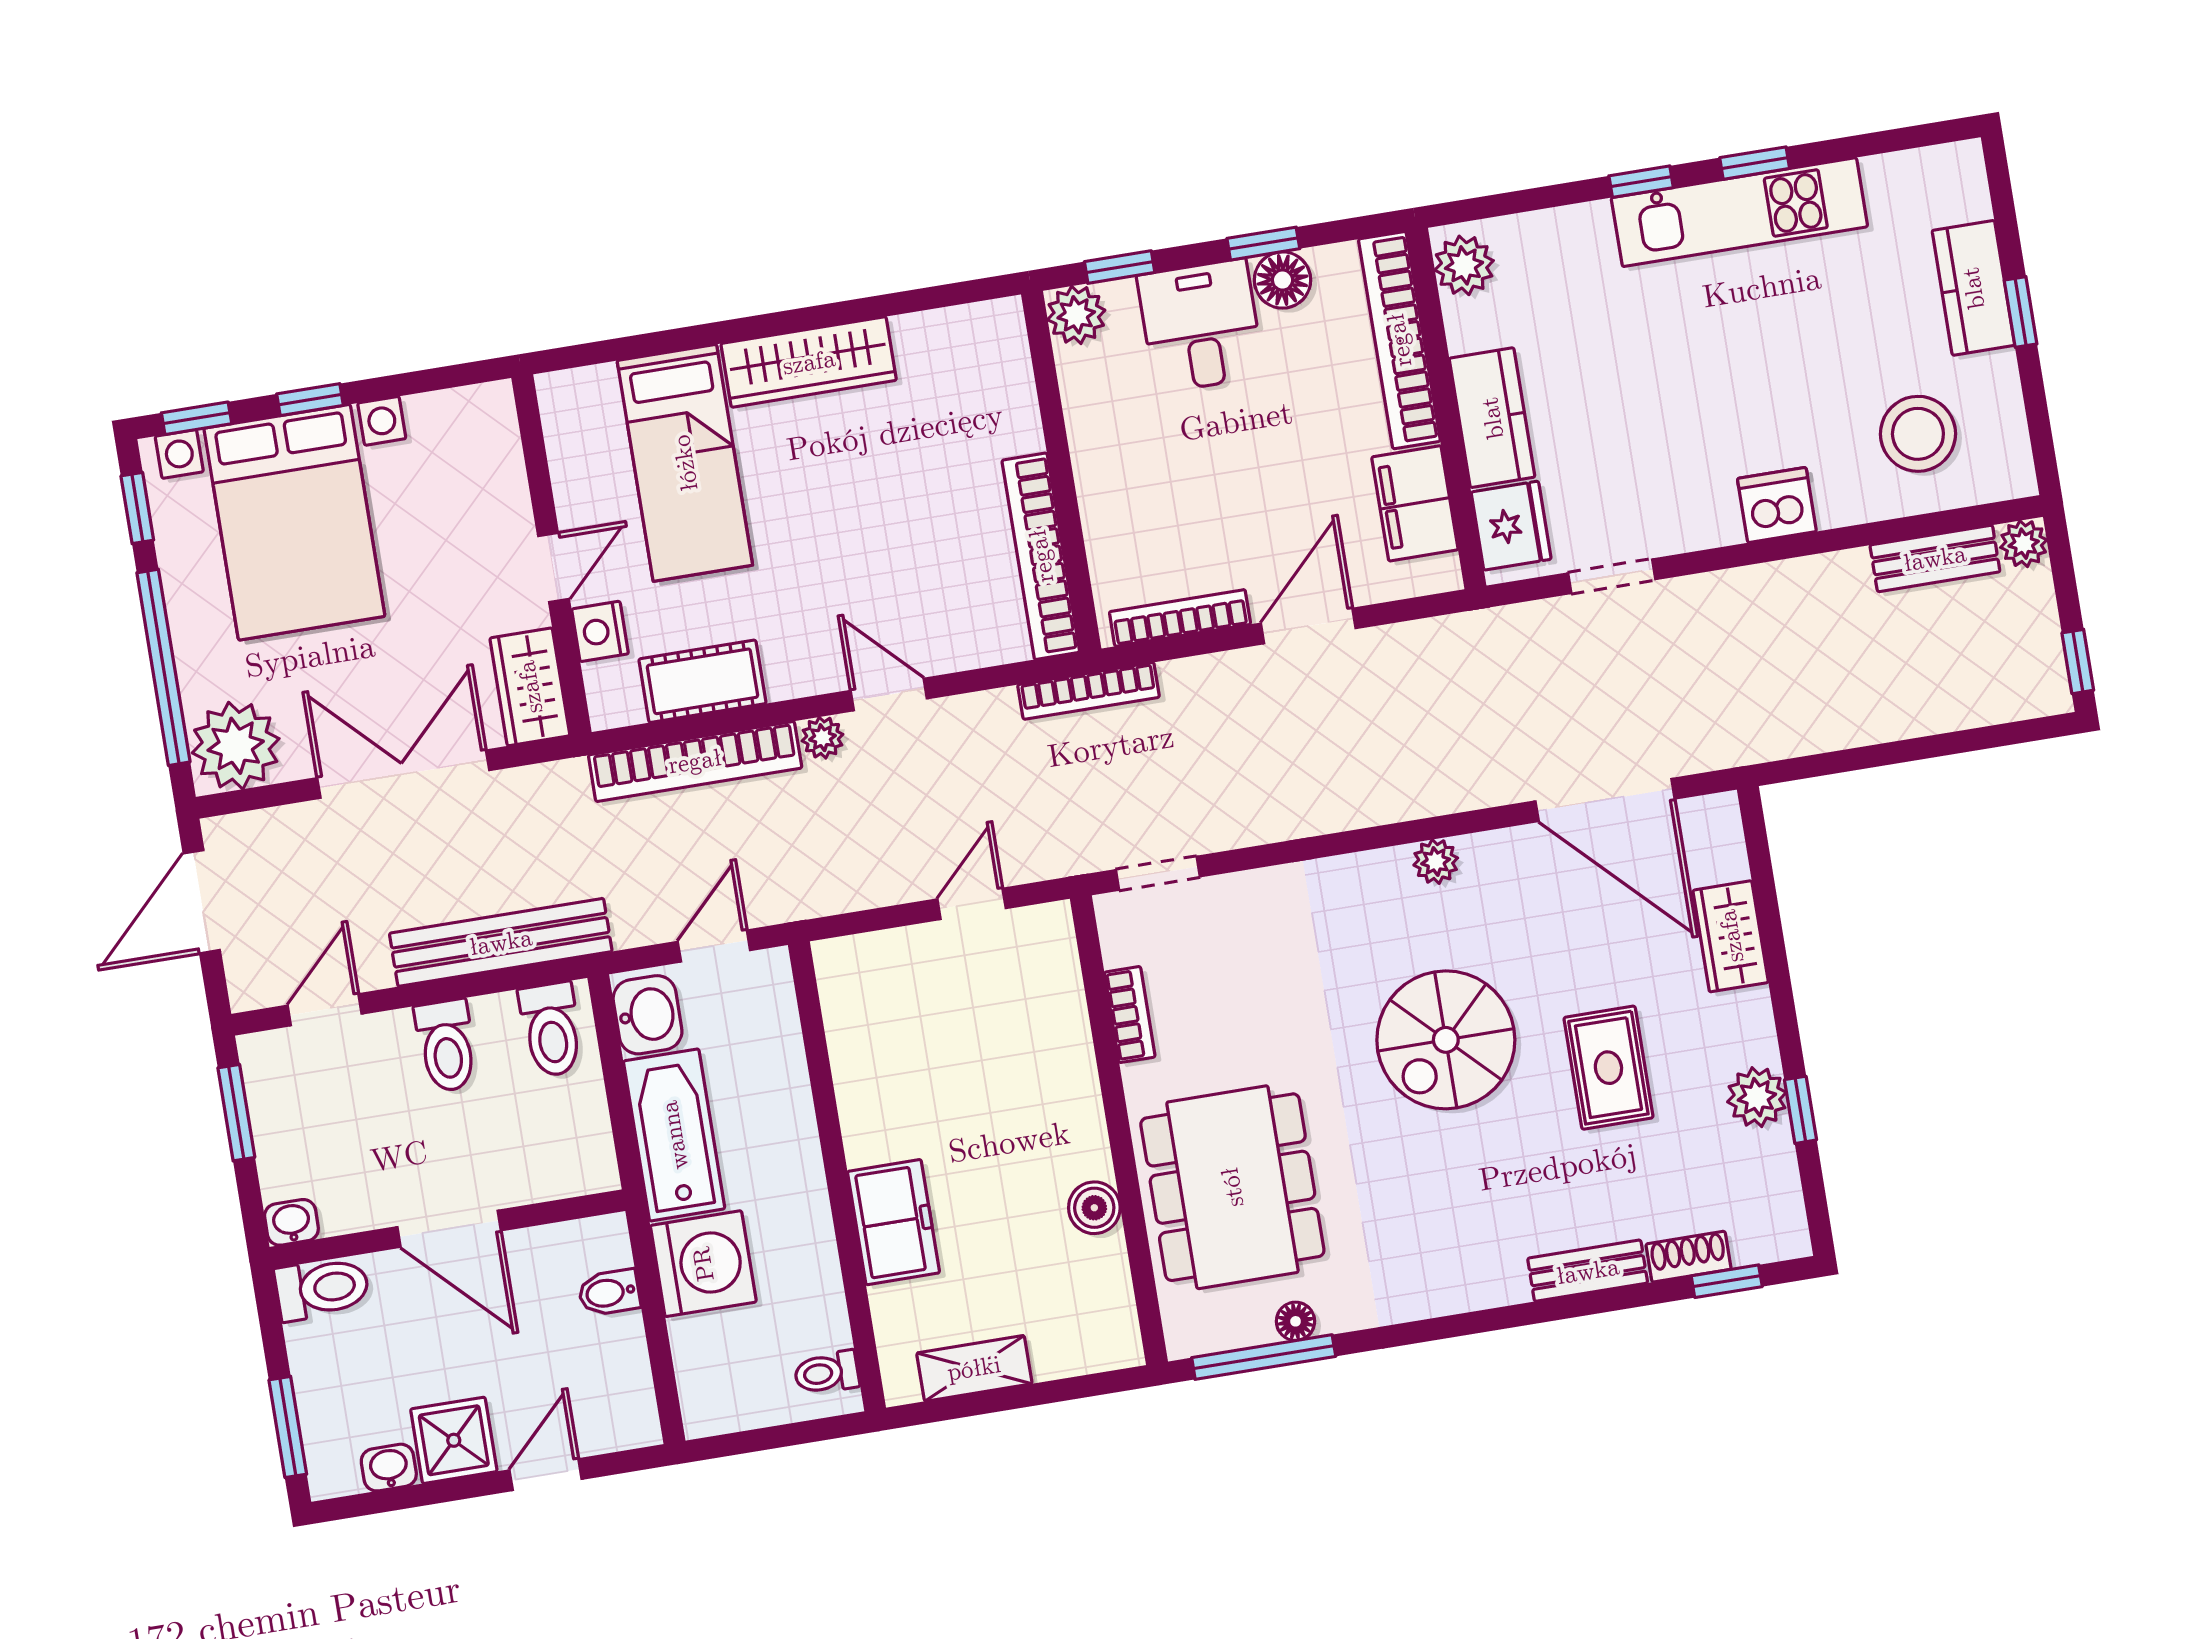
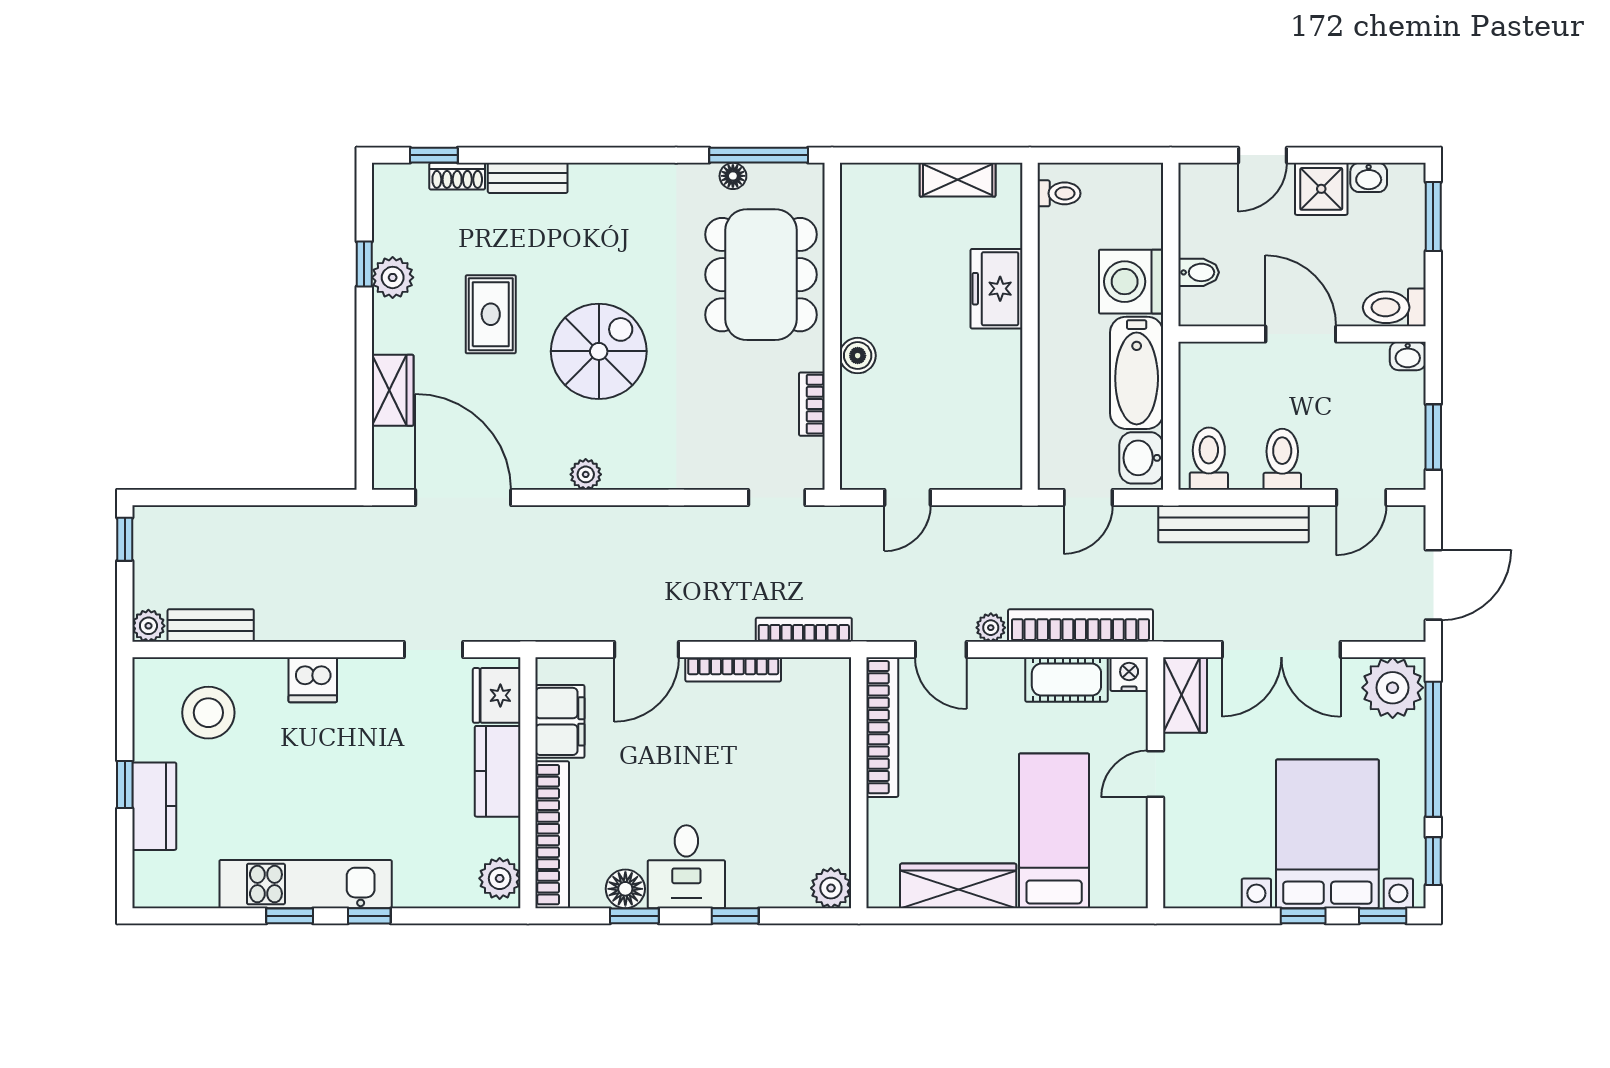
plant: (1076, 315) -> (831, 888), moved
wall: (1061, 472) -> (859, 783), moved
bookcase: (1041, 556) -> (882, 727), moved
nightstand: (600, 631) -> (1129, 674), moved, turned -90
boiler: (1094, 1208) -> (858, 356), moved

